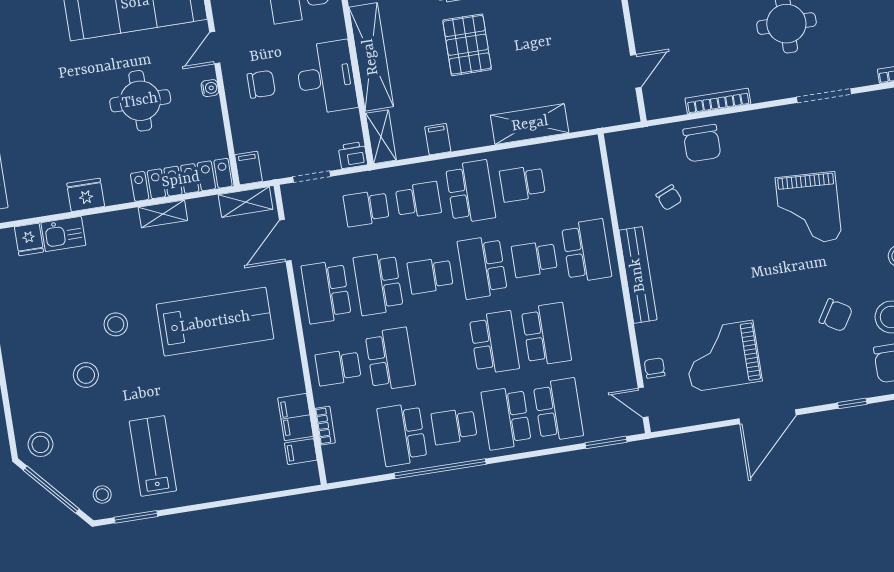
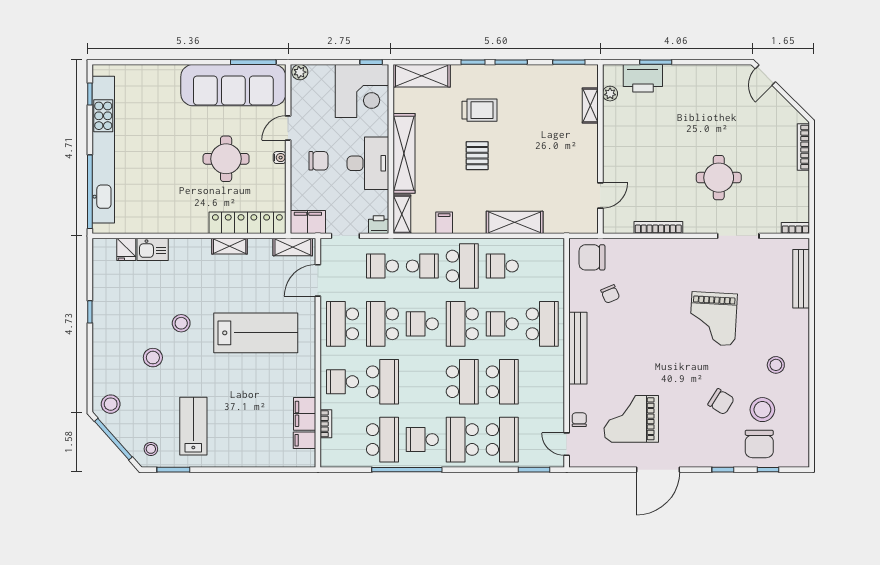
pallet: (467, 45) -> (477, 156), width x0.67, depth x0.71
chair: (702, 143) -> (592, 257), moved, turned 90
filing cabinet: (249, 168) -> (308, 222), width x2.00
fridge: (86, 195) -> (174, 223), removed
school desk: (402, 434) -> (382, 440), turned 180

